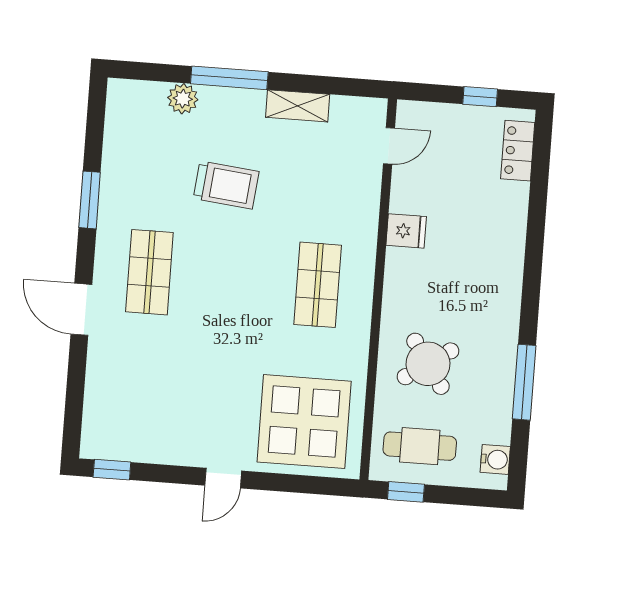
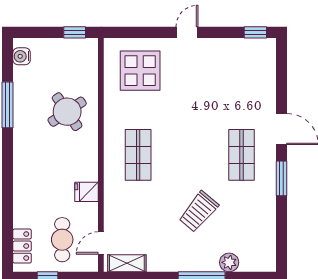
shelving: (298, 106) -> (127, 263), moved
trolley: (226, 185) -> (199, 212), turned -56
window: (90, 200) -> (281, 178), moved
display table: (304, 422) -> (140, 71), width x0.73, depth x0.73
cafe table: (420, 446) -> (62, 240), moved, turned 90

